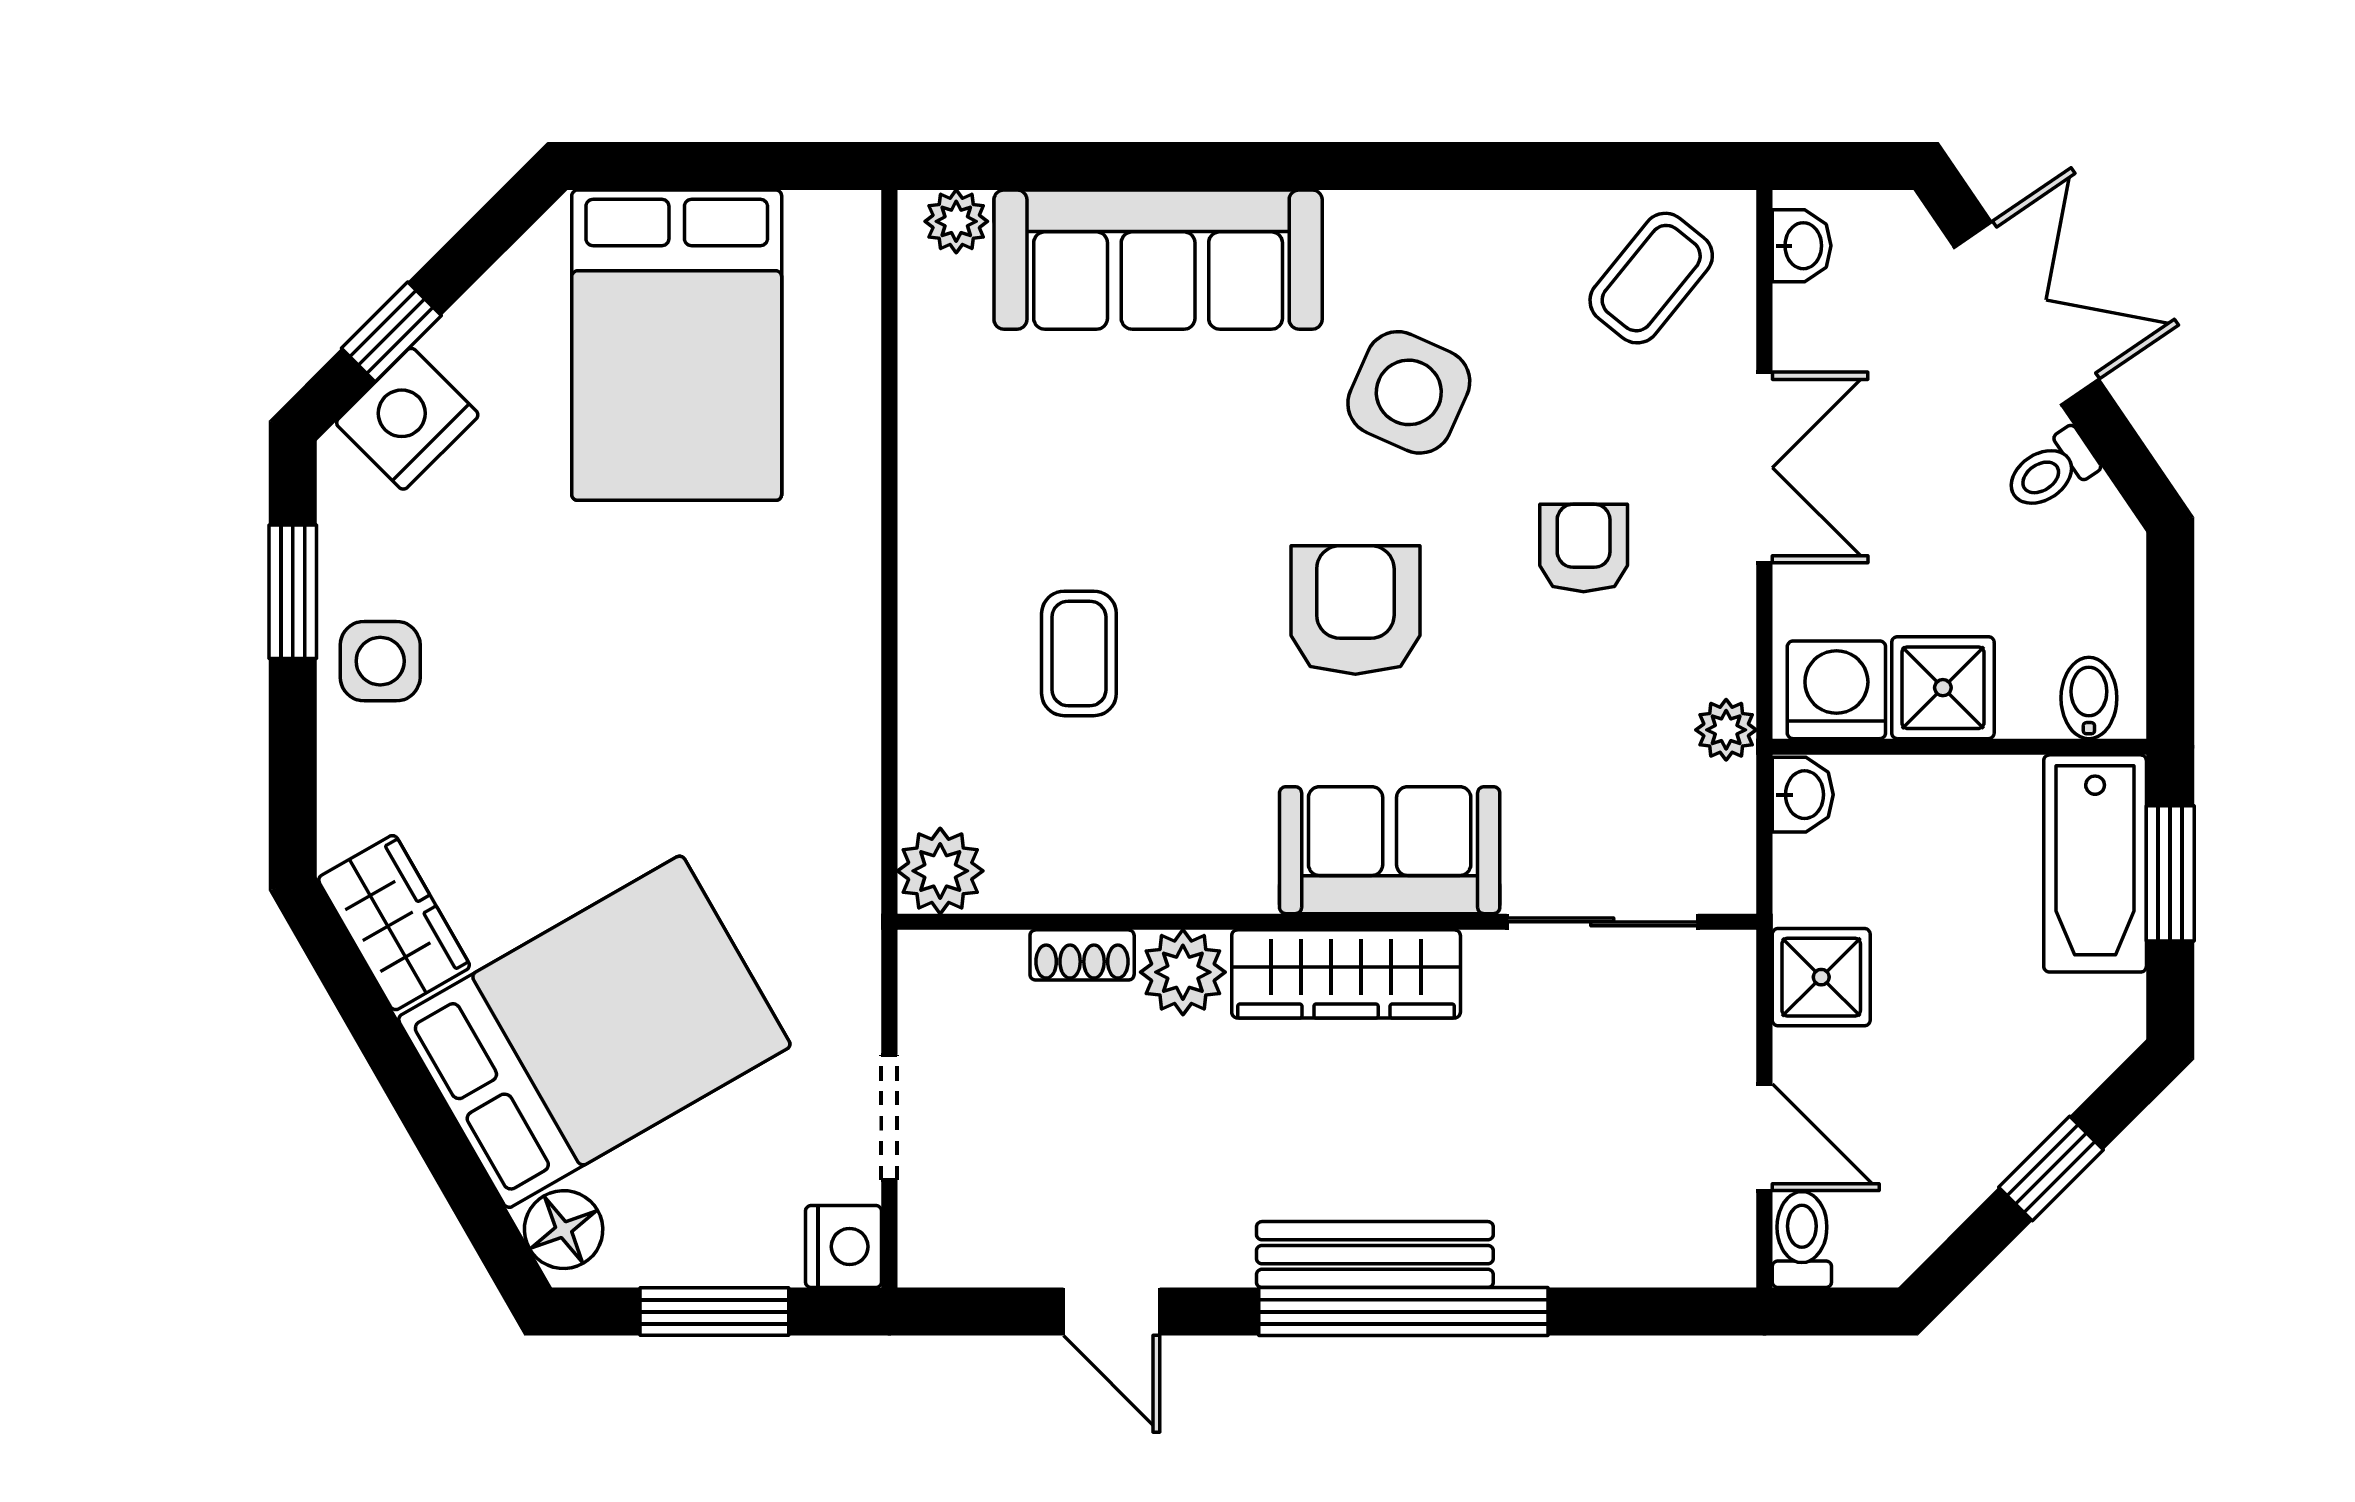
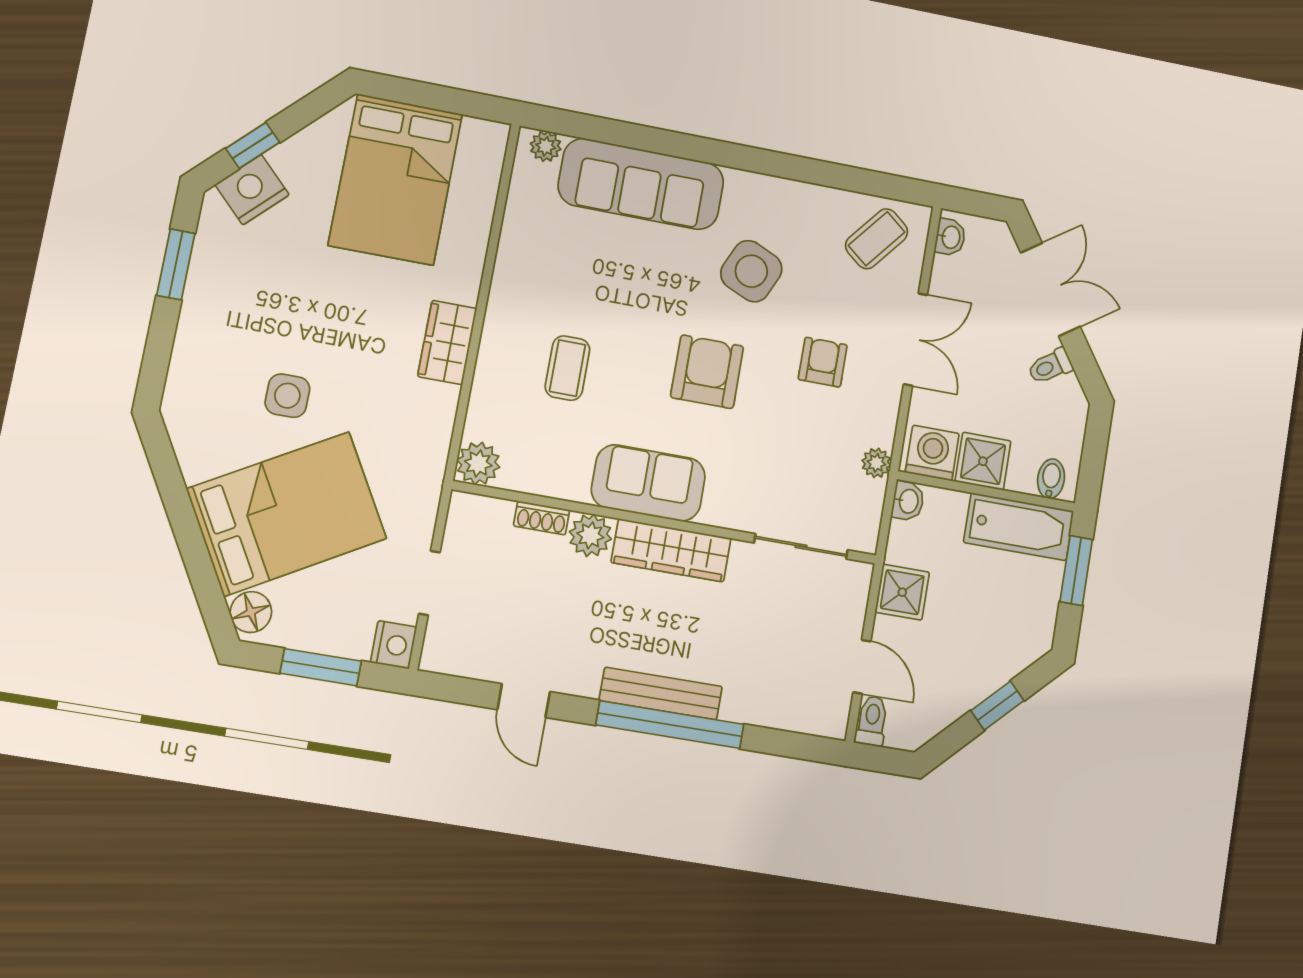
side table: (380, 661) -> (287, 396), moved
sofa: (1390, 850) -> (648, 483), moved
bathtub: (2095, 863) -> (1019, 527), moved, turned -90
wardrobe: (394, 923) -> (447, 343), moved, turned -150

